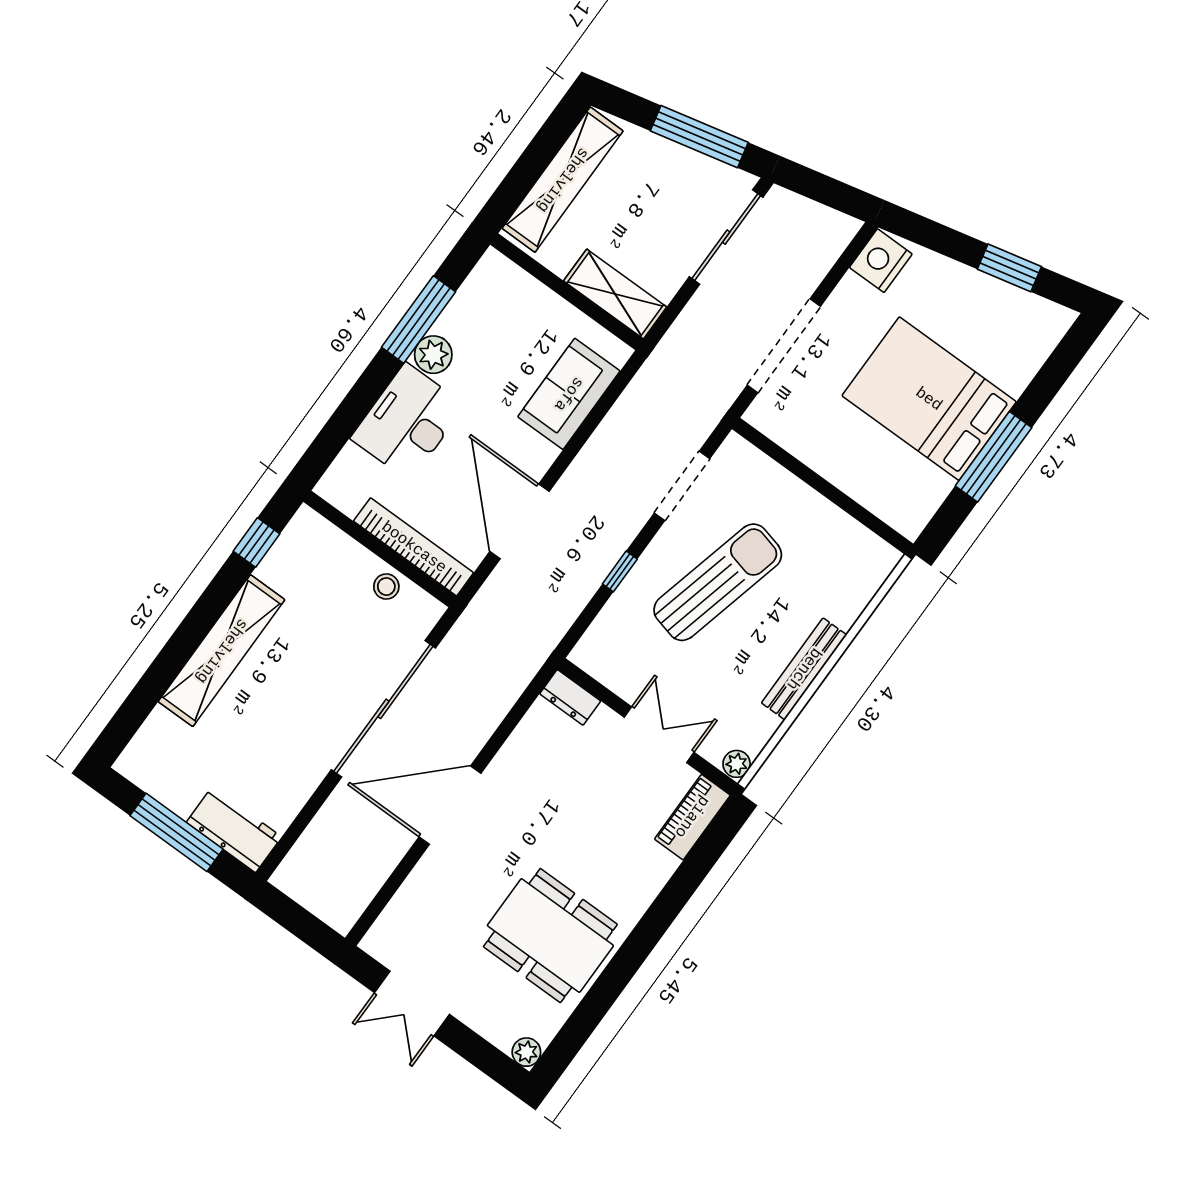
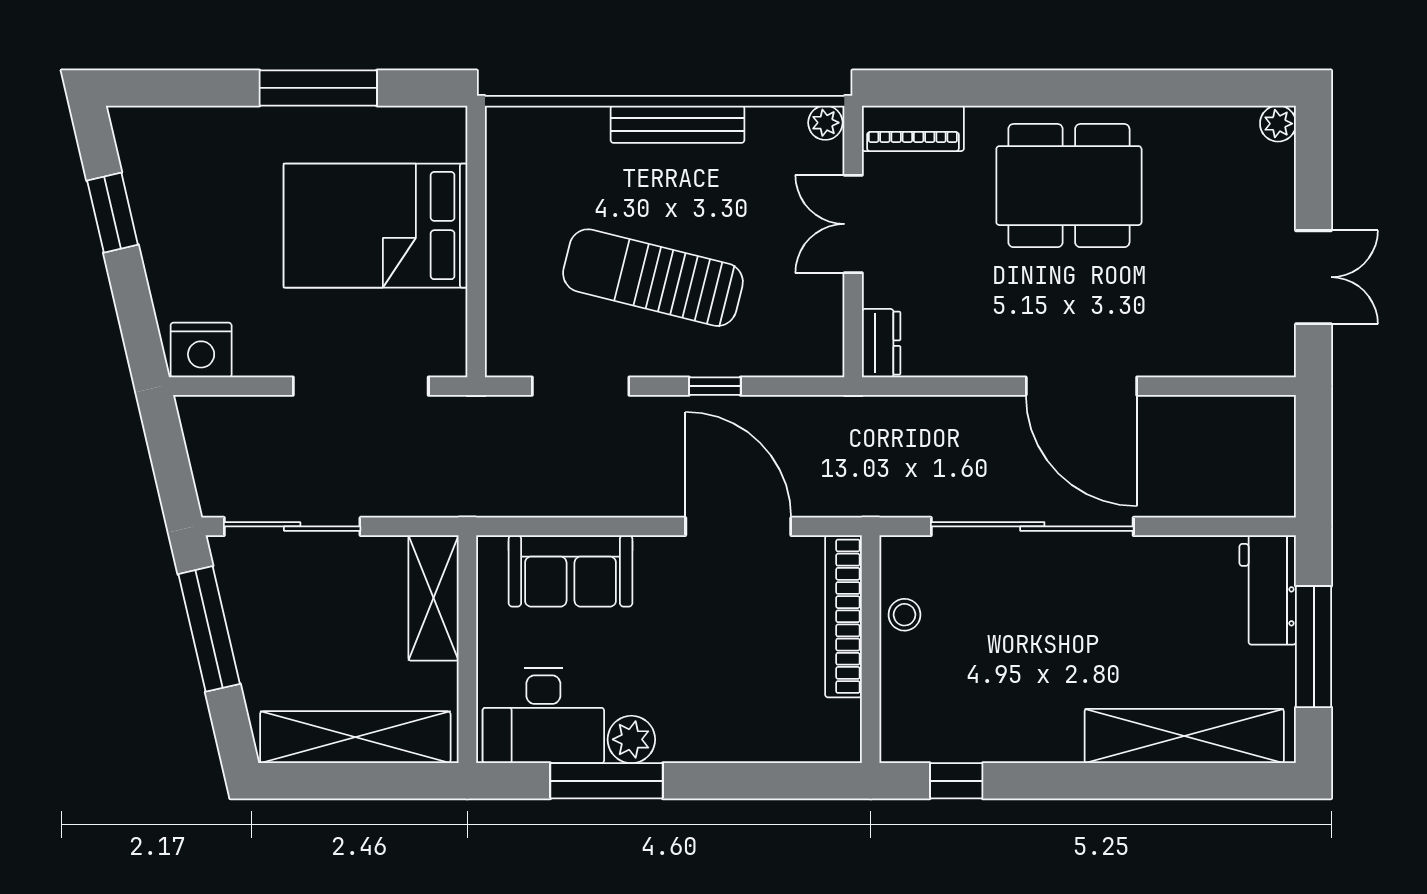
bed: (929, 399) -> (375, 226), moved, turned 90
desk: (408, 422) -> (543, 715), moved
door: (520, 521) -> (738, 526), swing flipped
shelving: (222, 651) -> (1184, 736), moved
dining table: (550, 936) -> (1069, 186), moved, turned 90

